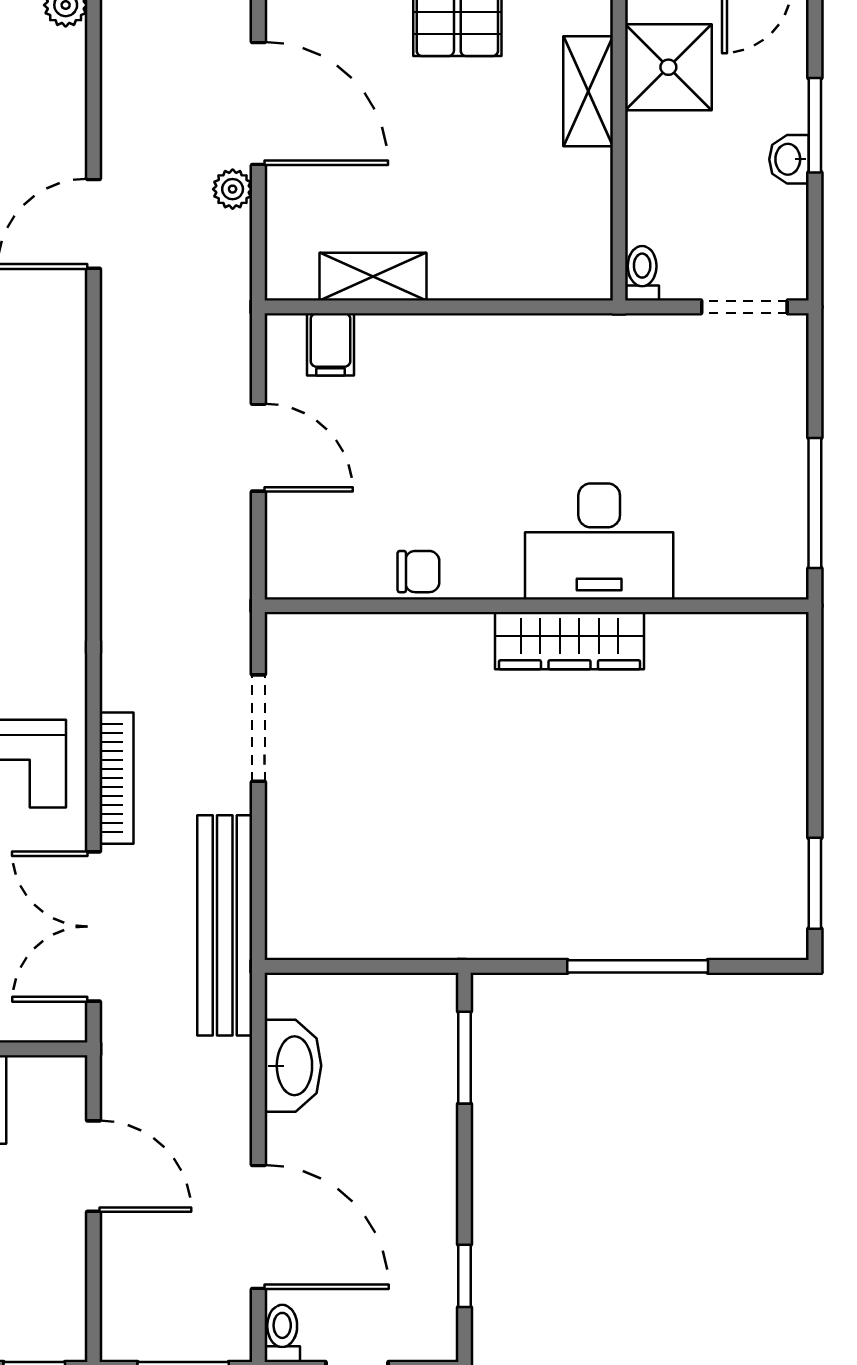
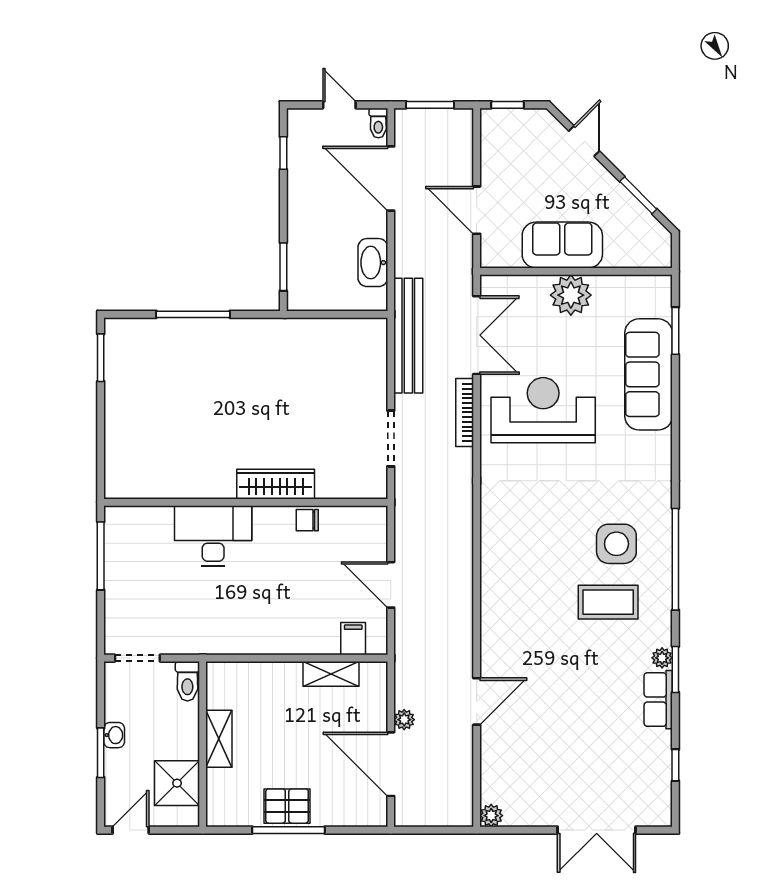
shelving: (588, 91) -> (219, 739), moved
toilet: (642, 273) -> (187, 681), width x1.37, depth x1.39
wardrobe: (569, 641) -> (276, 484), moved

